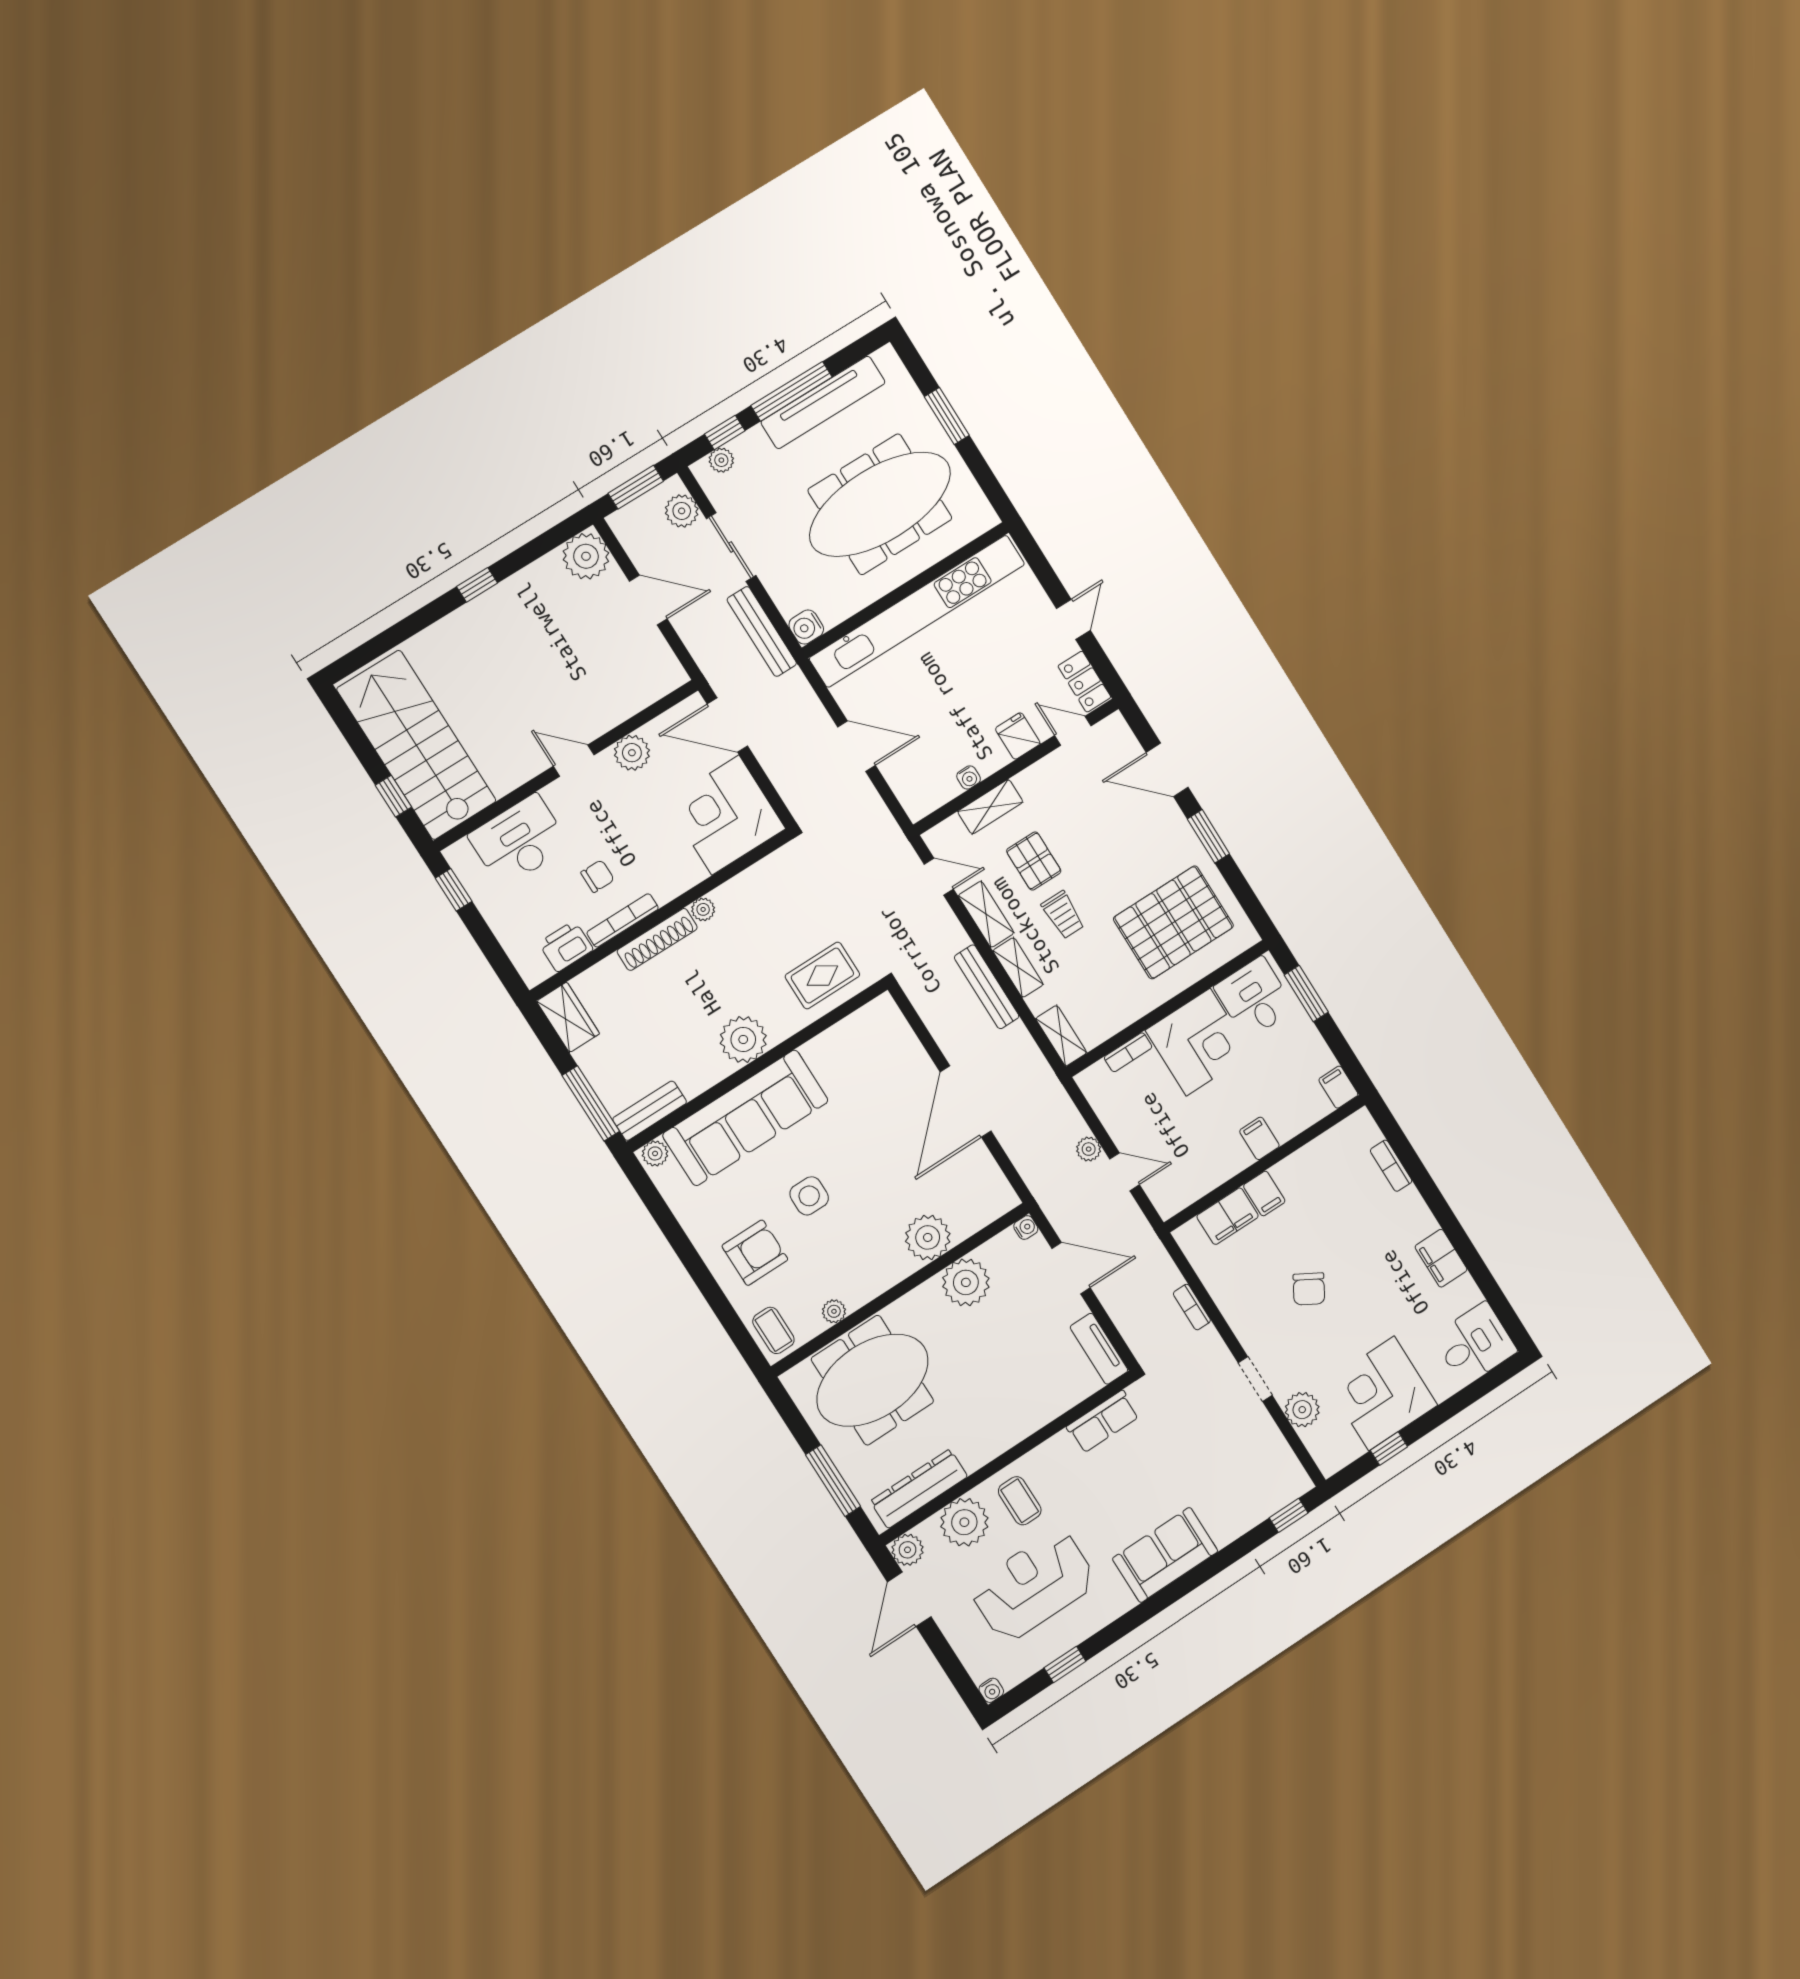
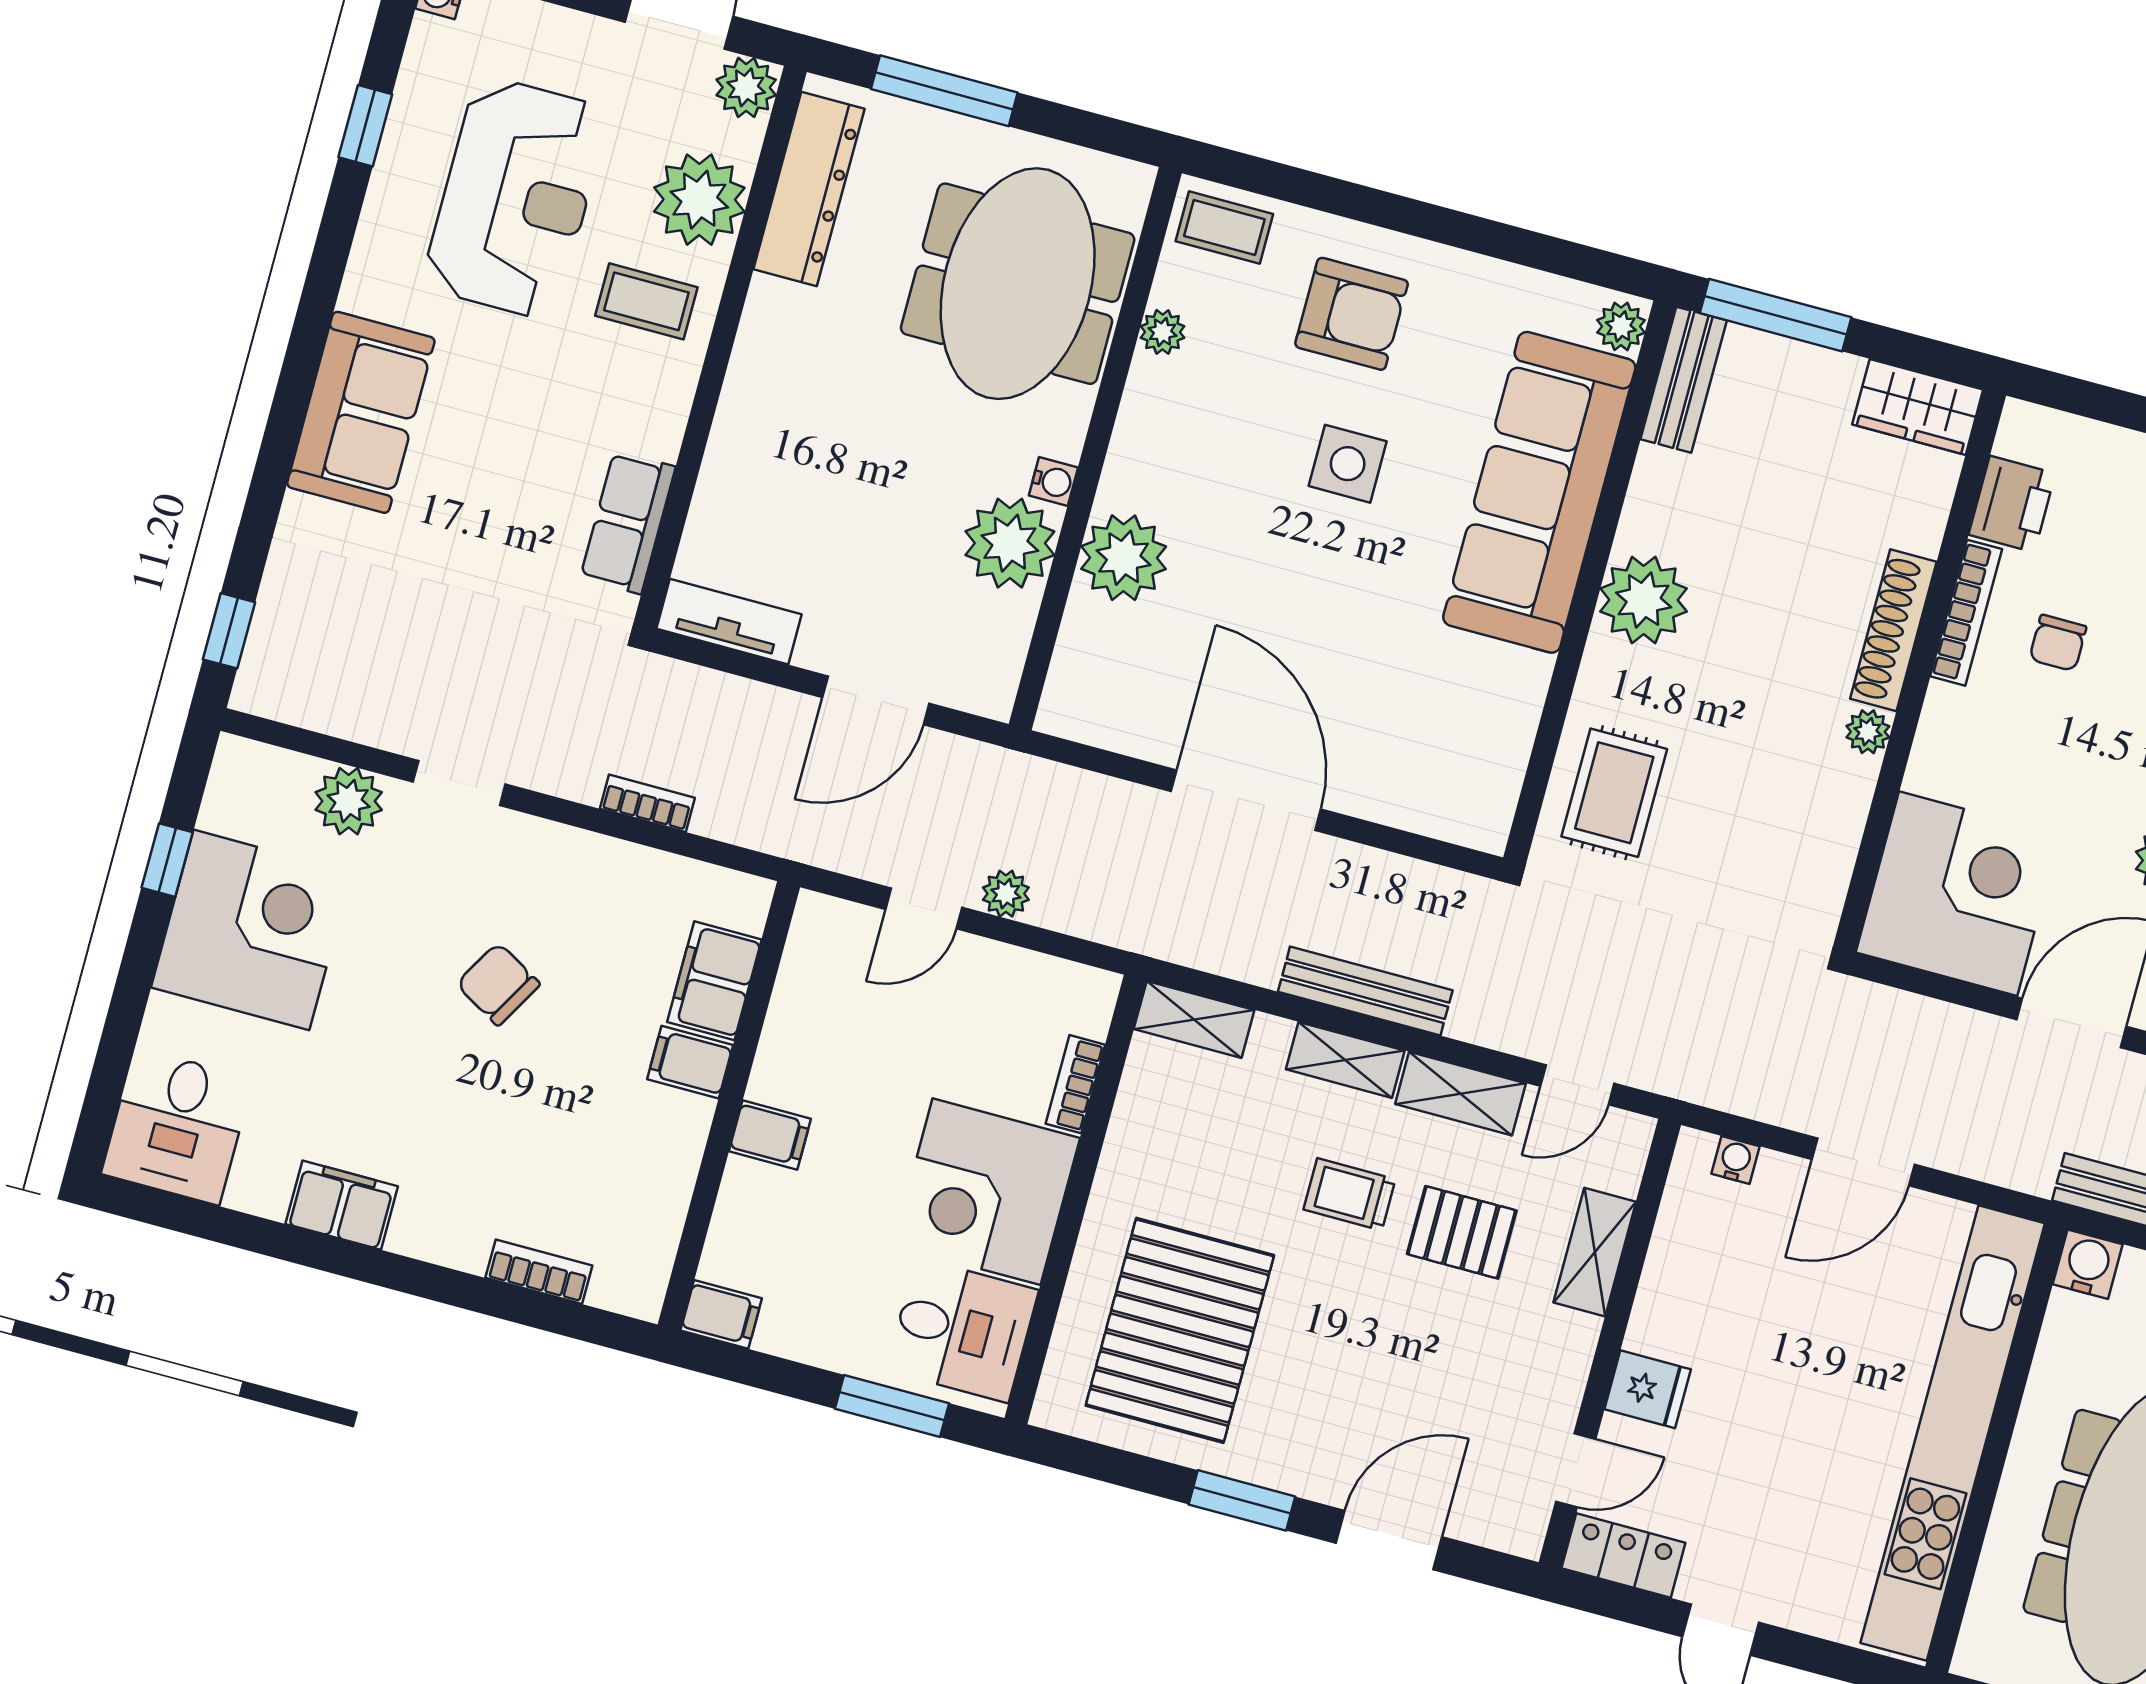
water cooler: (969, 777) -> (1735, 1160), moved, turned 90
water cooler: (1026, 1227) -> (1053, 482), moved, turned -90
armchair: (755, 1253) -> (1352, 314), turned -90

